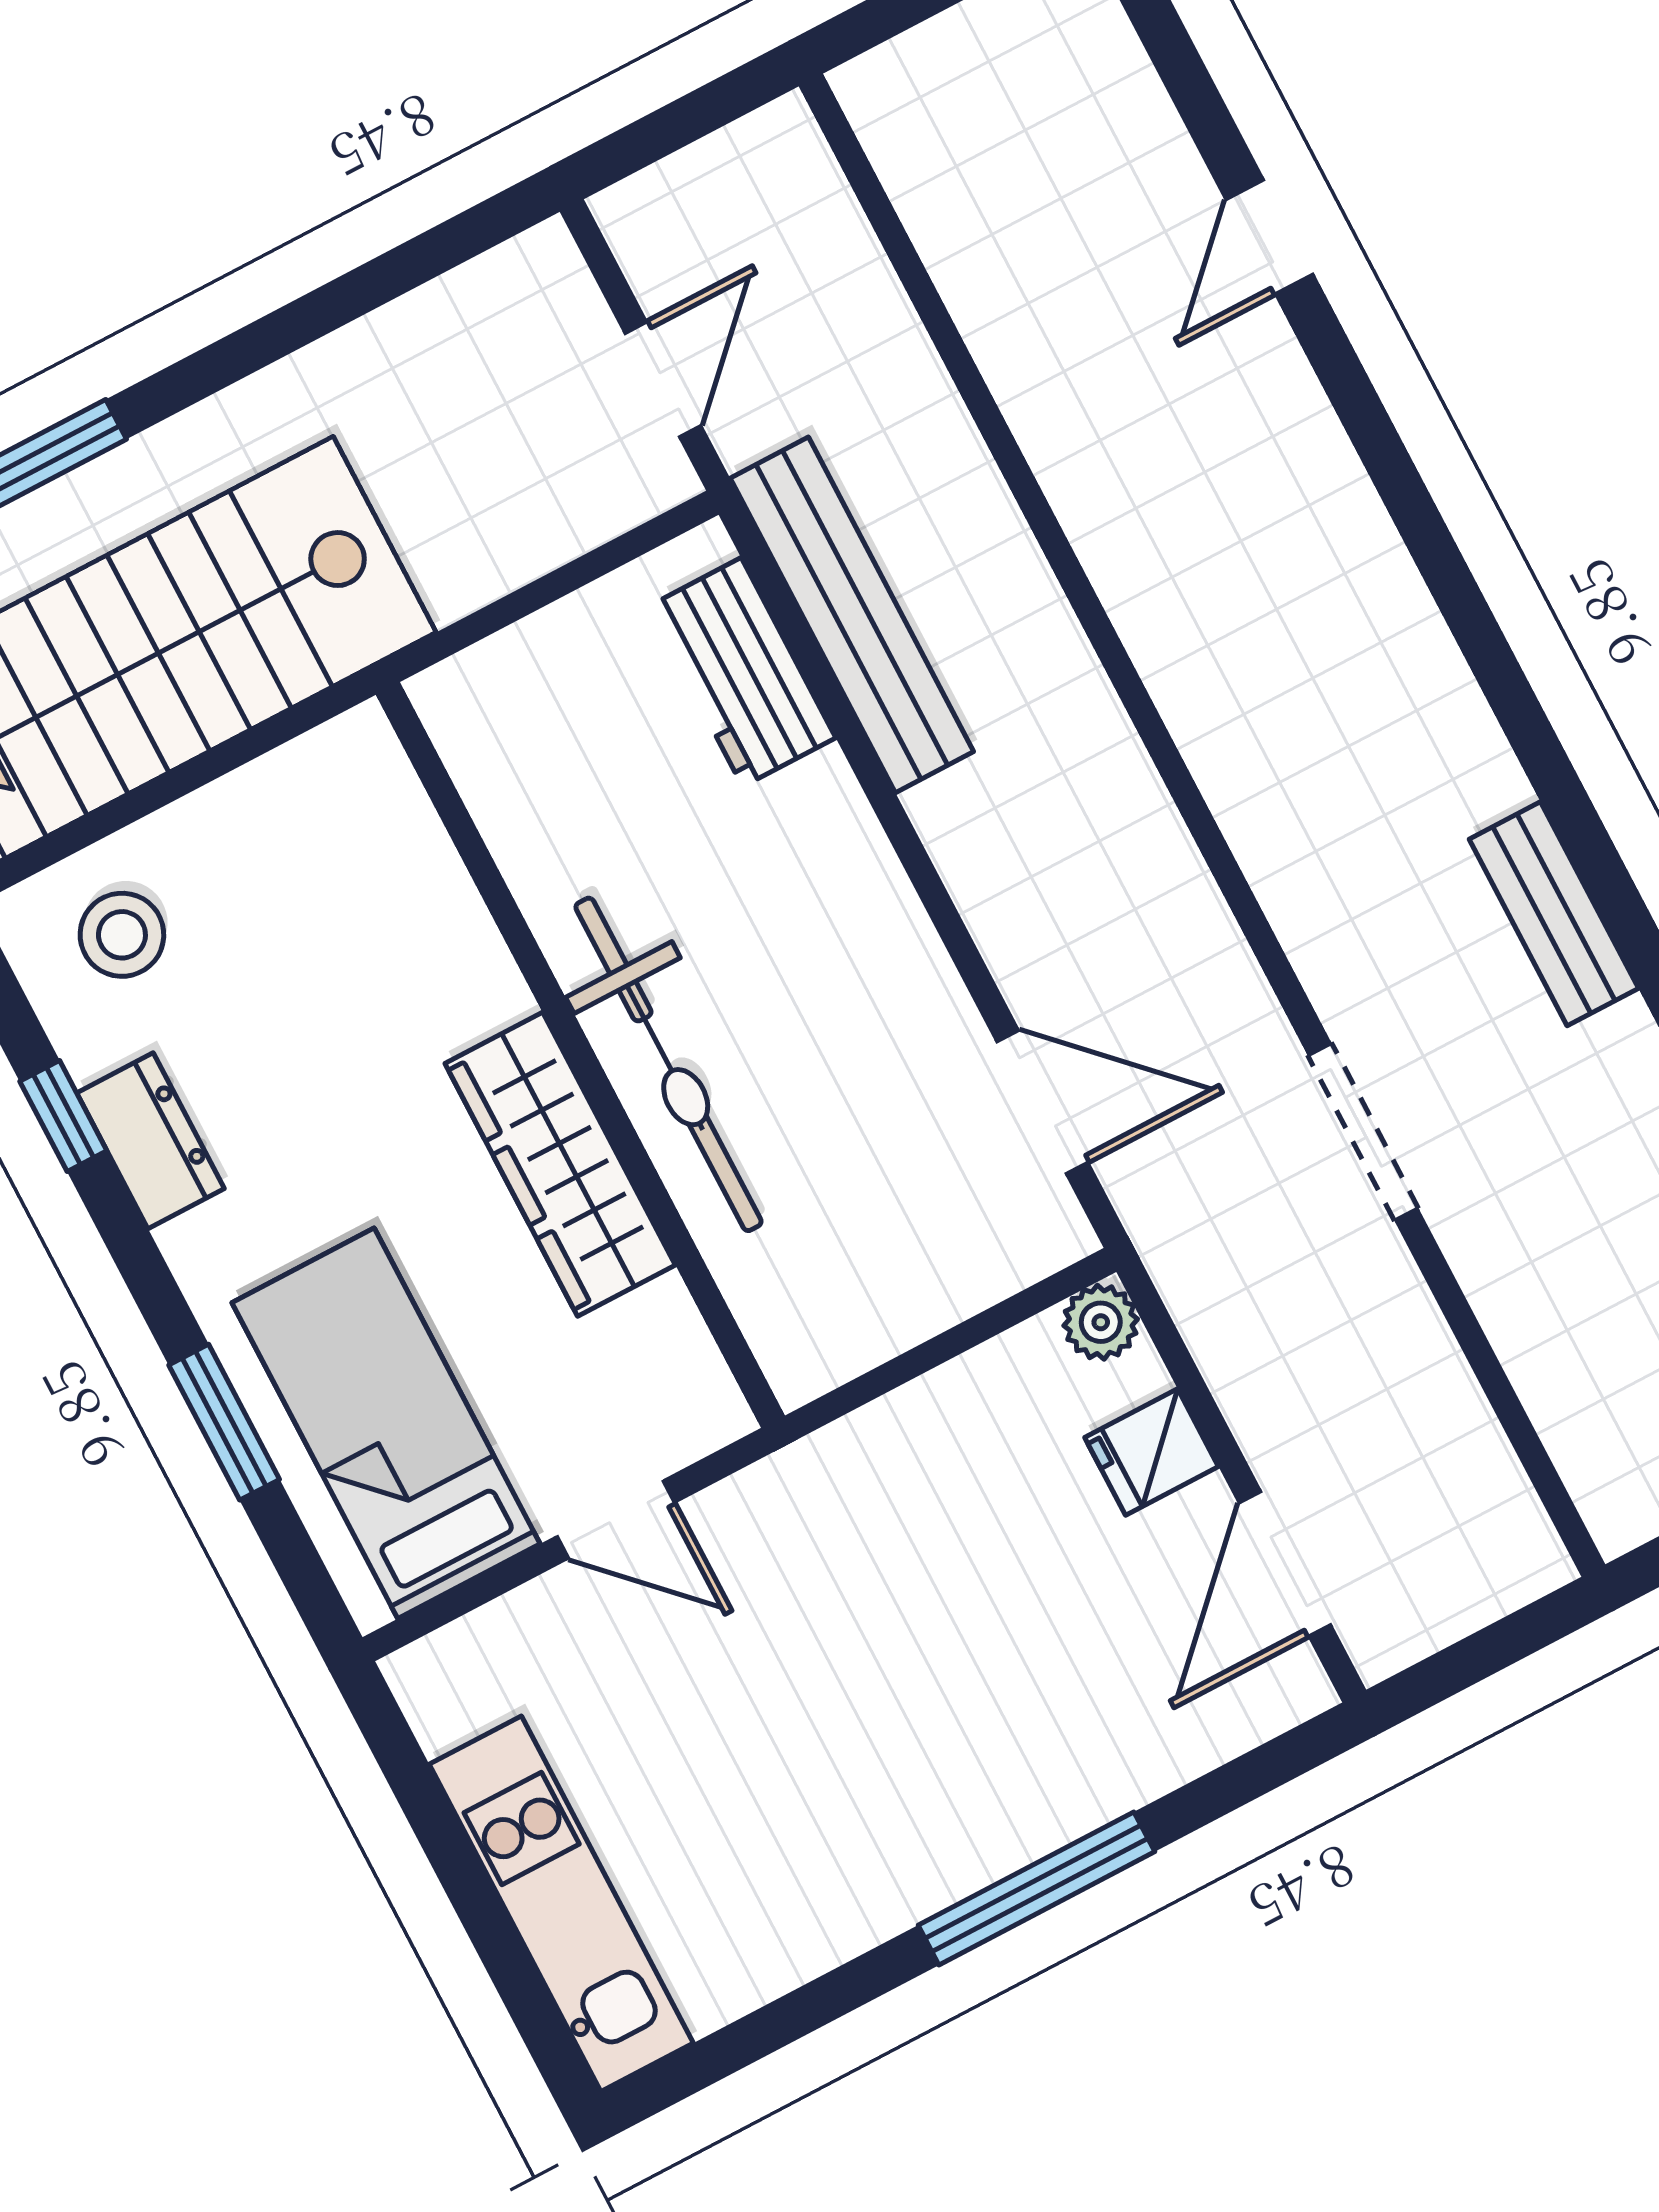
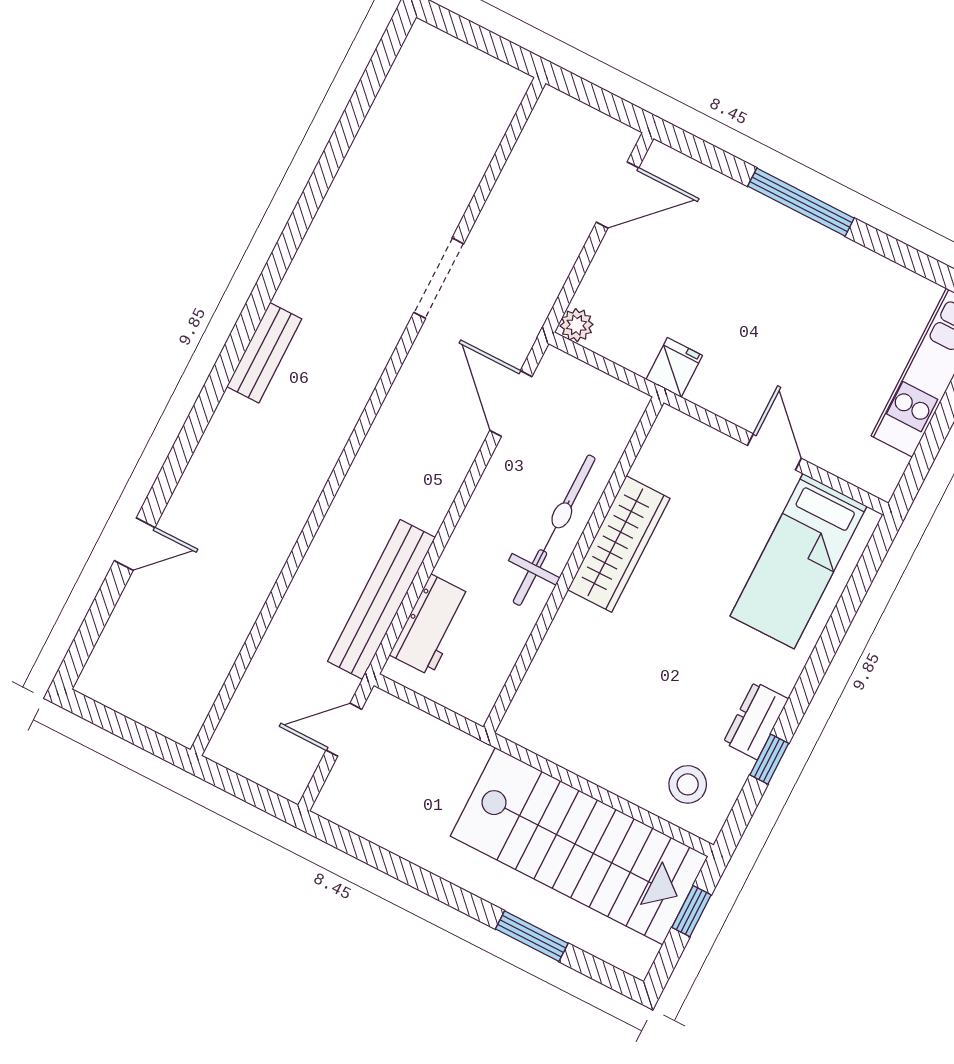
bench: (1554, 914) -> (264, 353), moved
wall: (580, 1055) -> (574, 565), moved
bicycle: (668, 1064) -> (554, 530), moved
wardrobe: (560, 1164) -> (619, 544), moved
window: (224, 1422) -> (840, 621), removed
fridge: (1152, 1452) -> (674, 367), moved, turned -90

